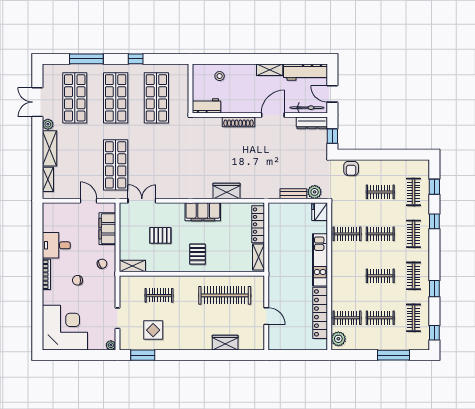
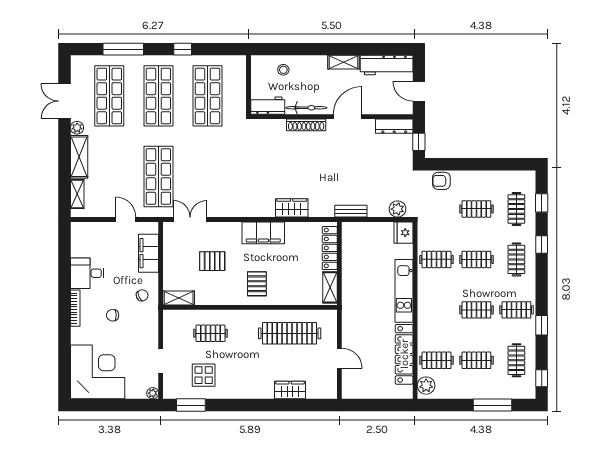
bicycle: (307, 108) -> (306, 108), moved
armchair: (351, 168) -> (441, 181), turned 90
bench: (293, 194) -> (351, 211), moved
clothes rail: (414, 276) -> (516, 310), turned 90

